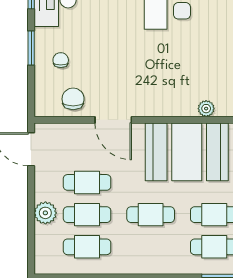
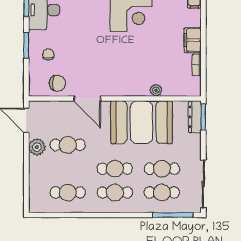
chair: (73, 99) -> (57, 83), turned 90
plant: (45, 213) -> (37, 147), moved
cafe table: (87, 215) -> (115, 193), moved

